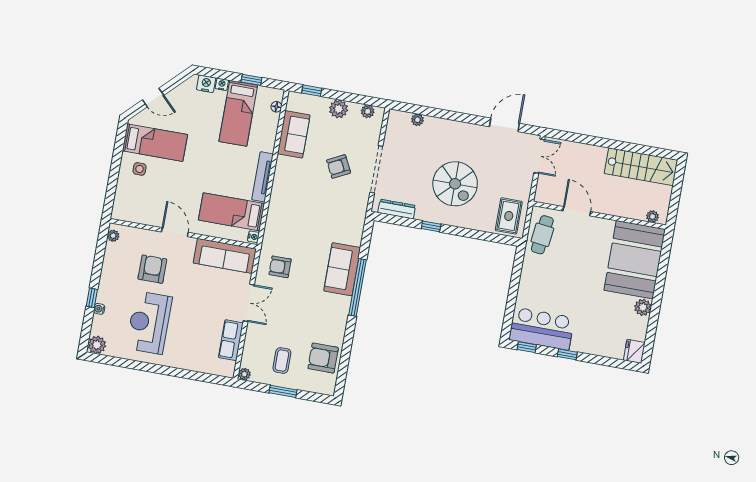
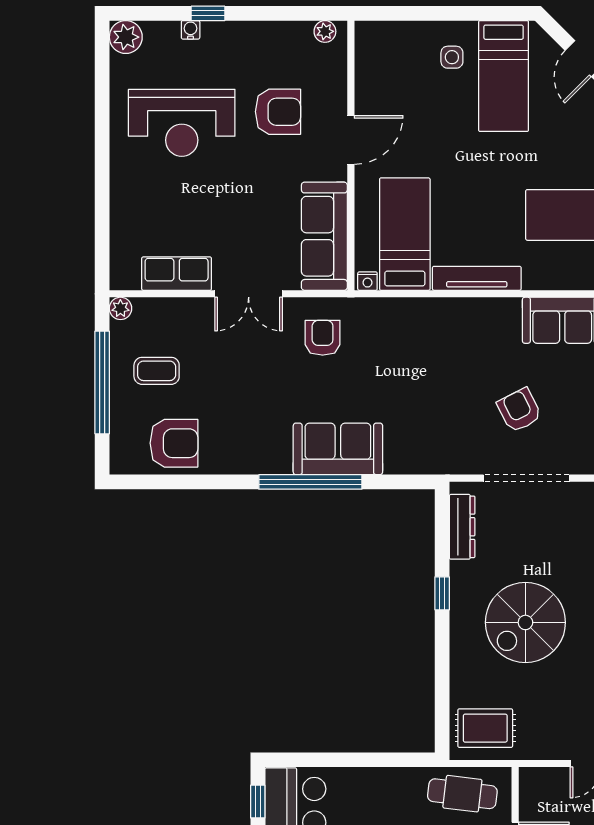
reception desk: (149, 323) -> (182, 123), turned 180
armchair: (323, 358) -> (174, 443), turned 90
window: (283, 391) -> (102, 382), width x2.11

